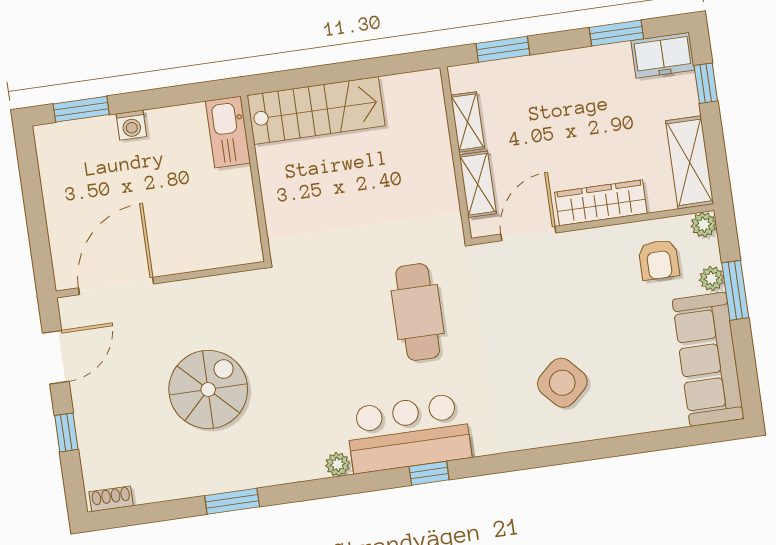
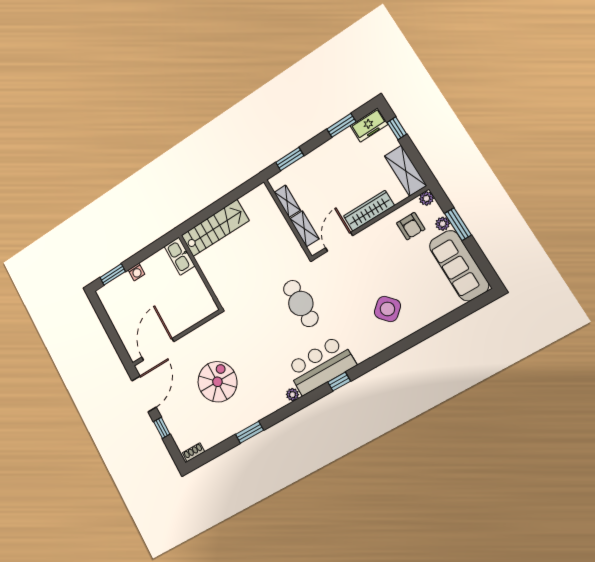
door: (56, 357) -> (144, 394), width x1.36

